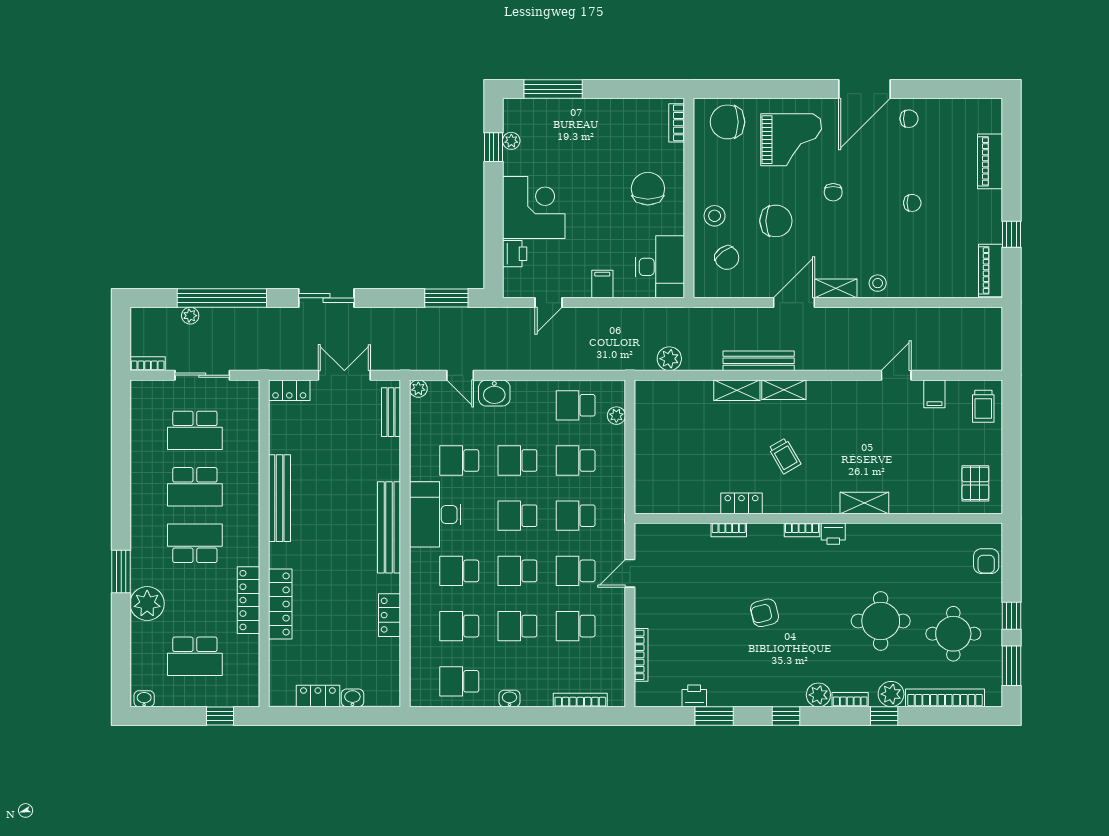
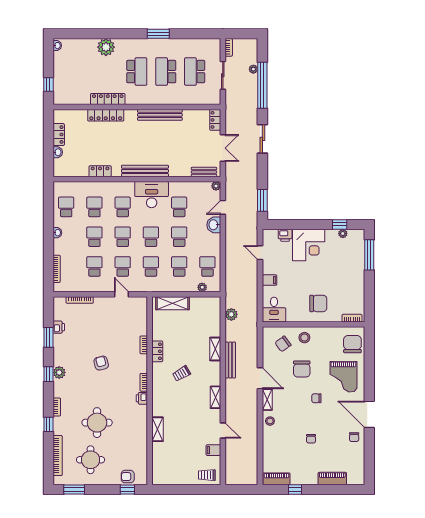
desk: (660, 267) -> (274, 310), width x0.73
shelving: (784, 390) -> (215, 397), moved
shelving: (647, 474) -> (172, 303), added
pallet: (975, 483) -> (167, 471), removed
shelving: (864, 503) -> (157, 429), moved
window: (121, 572) -> (158, 34), moved
window: (1011, 616) -> (127, 490), moved
school desk: (195, 656) -> (79, 72), removed
plant: (891, 694) -> (60, 428), removed
plant: (818, 695) -> (59, 372), moved

